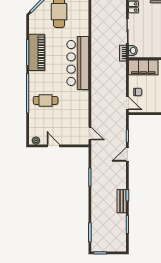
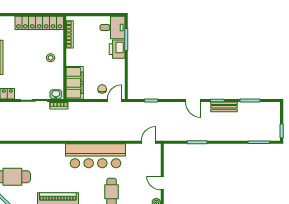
bar counter: (78, 63) -> (95, 156), moved
door: (53, 146) -> (162, 183), hinge flipped
door: (127, 154) -> (193, 100), moved

